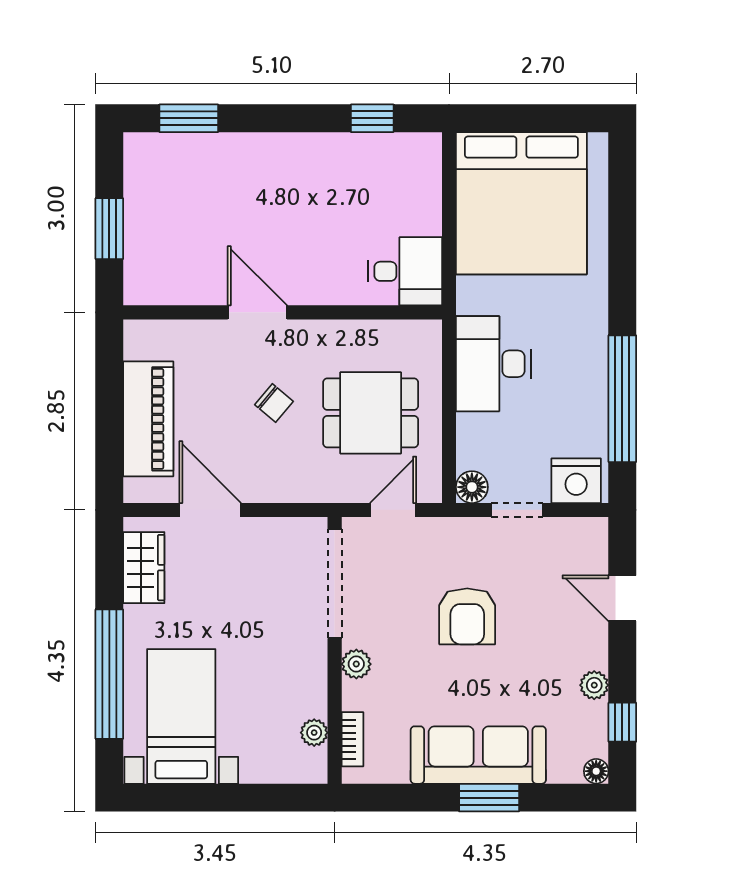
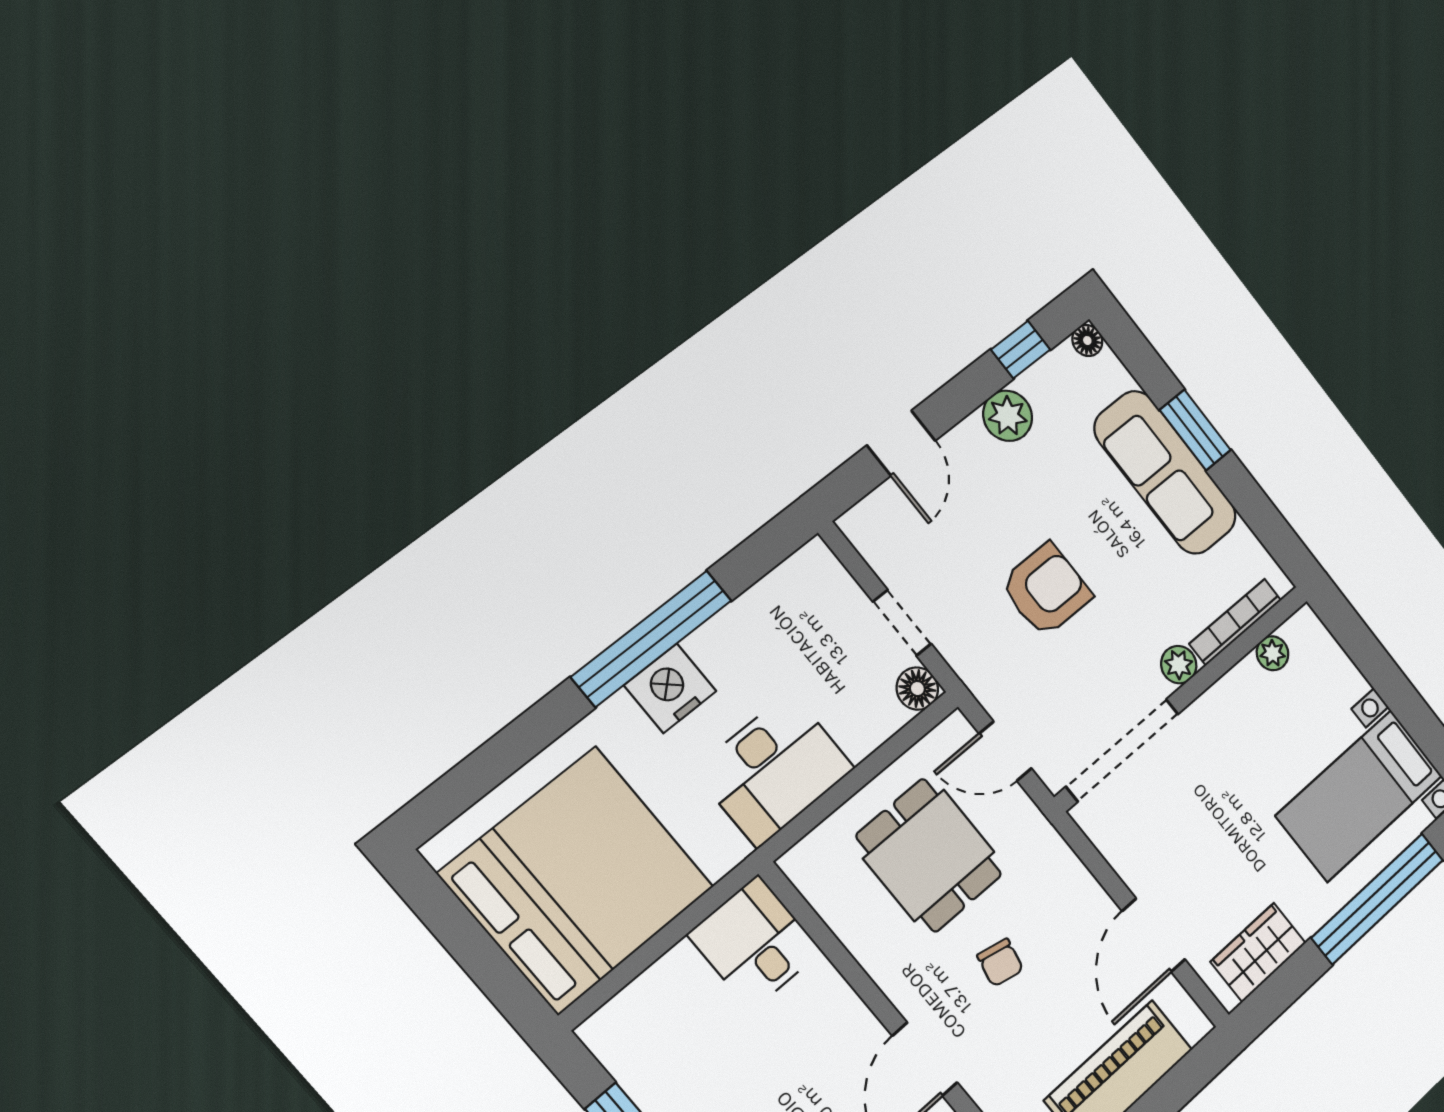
window: (622, 399) -> (652, 638), moved
chair: (274, 403) -> (1000, 963), turned 152
nightstand: (576, 481) -> (670, 688), moved, turned -90
plant: (594, 685) -> (1008, 416), width x1.38, depth x1.38
bookcase: (352, 739) -> (1235, 622), width x1.56

